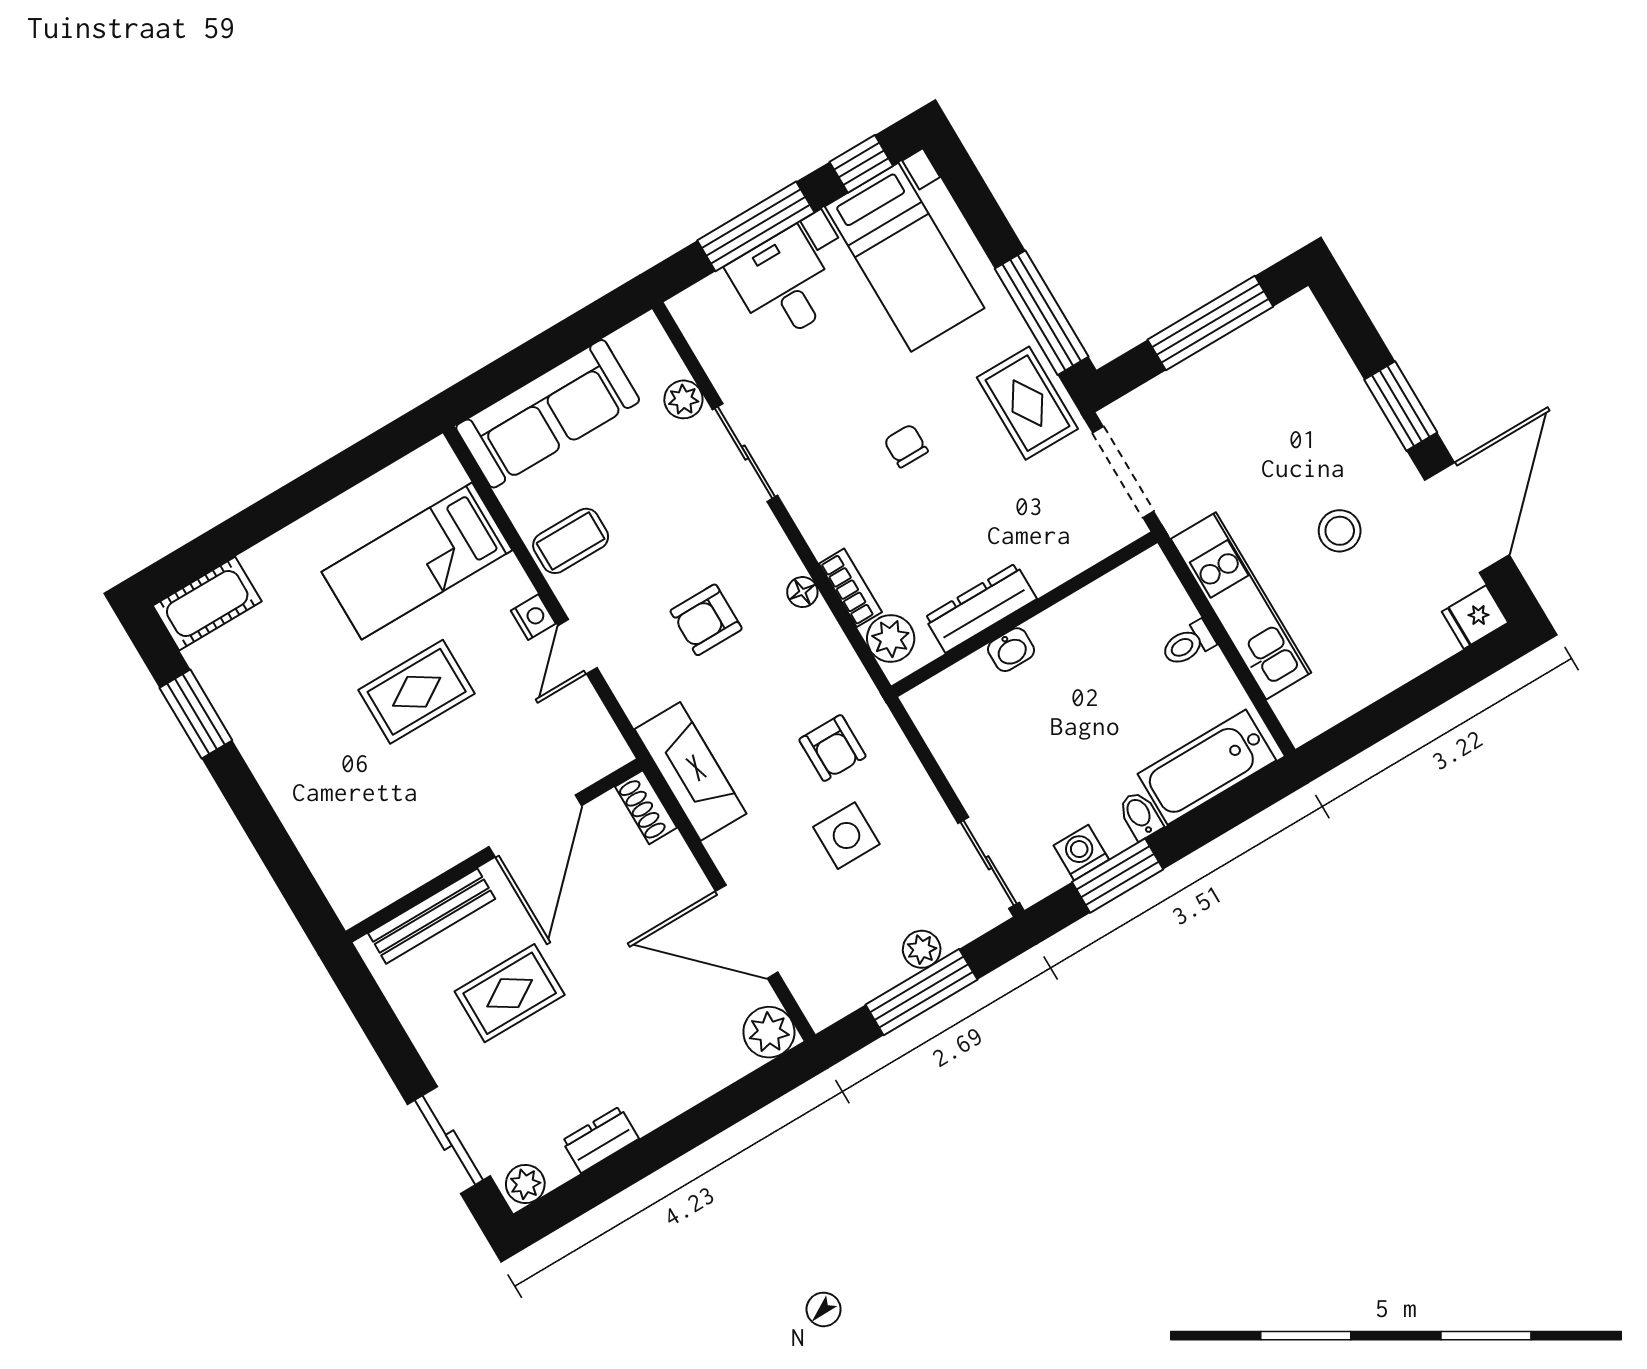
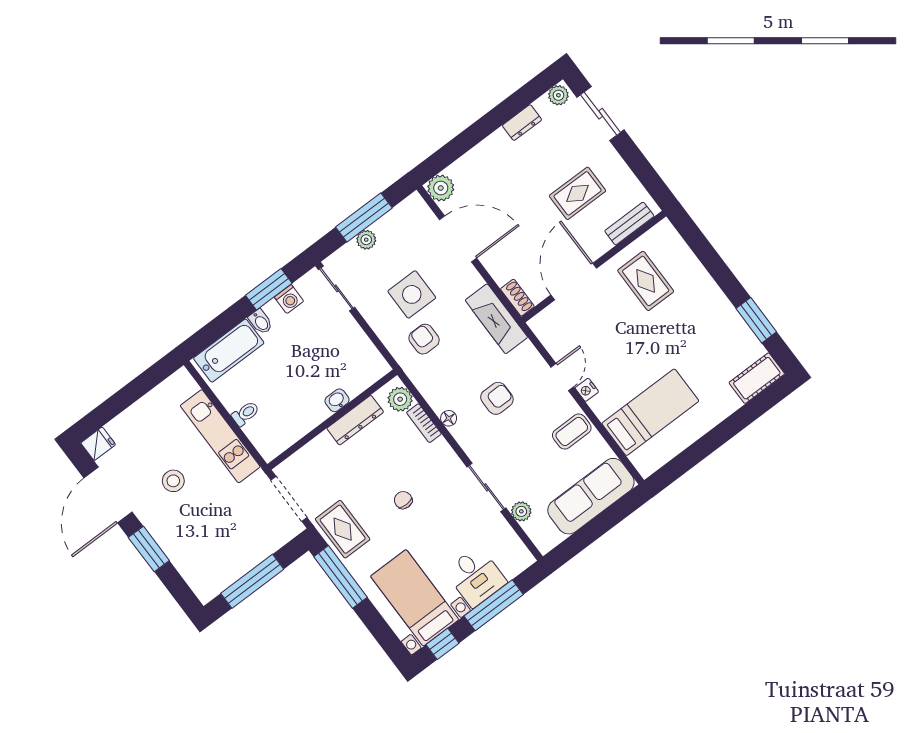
chair: (906, 446) -> (403, 500), turned 180
rug: (417, 692) -> (646, 281), moved, turned 90
side table: (846, 836) -> (412, 294), width x1.37, depth x1.37
bench: (432, 916) -> (629, 224), width x0.73

